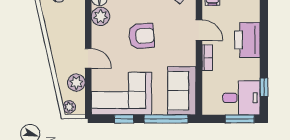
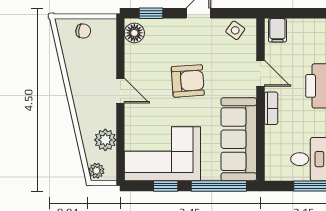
plant: (101, 16) -> (136, 56), removed
door: (88, 58) -> (120, 91), moved
sofa: (182, 91) -> (239, 139), width x1.36

